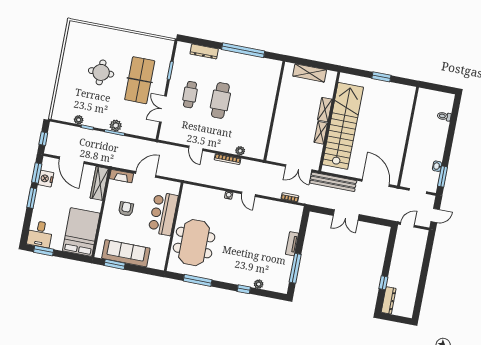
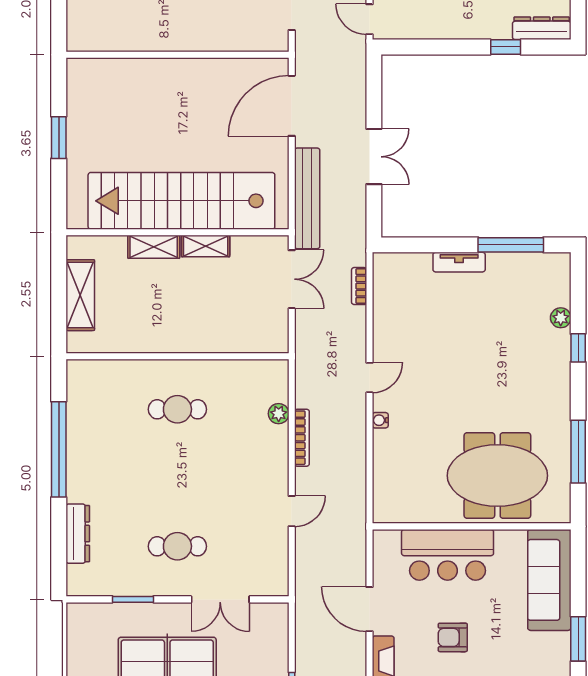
cafe table: (220, 100) -> (177, 409), moved, width x0.73, depth x0.74
sofa: (126, 253) -> (549, 580), moved

